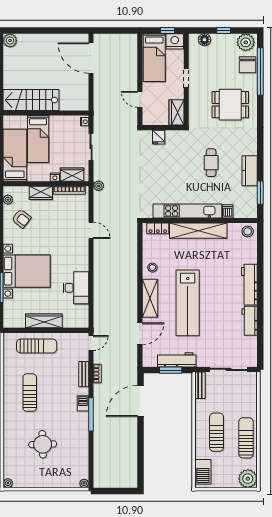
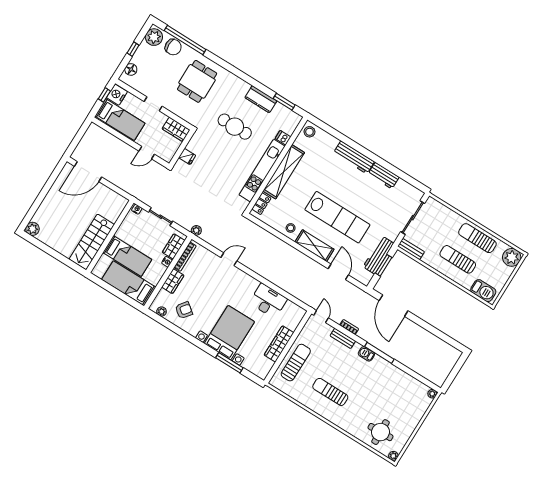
cafe table: (211, 163) -> (235, 127), width x1.37, depth x1.35
round table: (43, 444) -> (381, 432), moved

